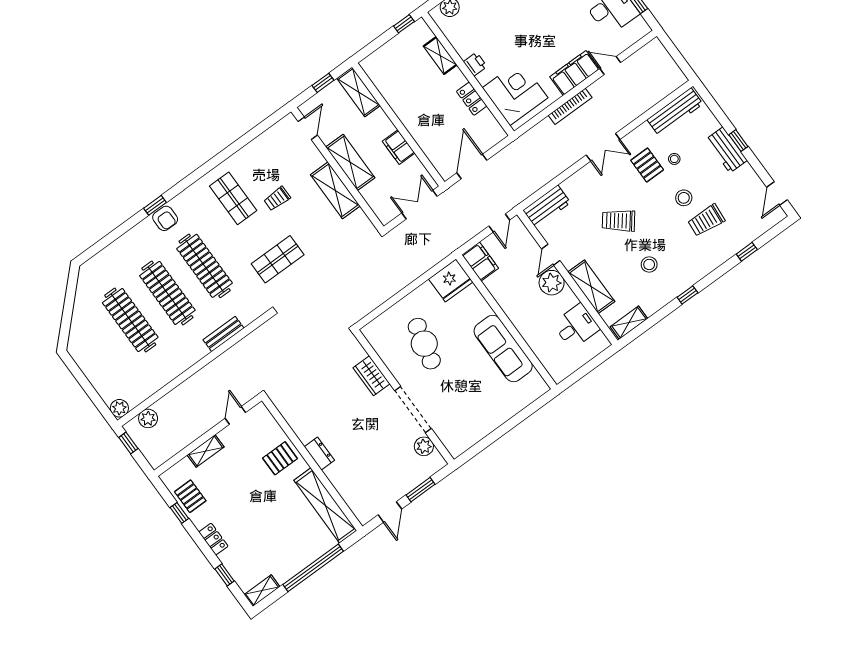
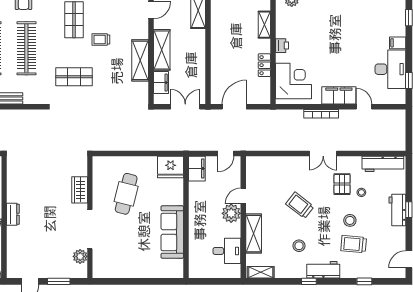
filing cabinet: (399, 147) -> (161, 83), moved, turned 180
workbench: (547, 207) -> (323, 270), moved, turned 180

